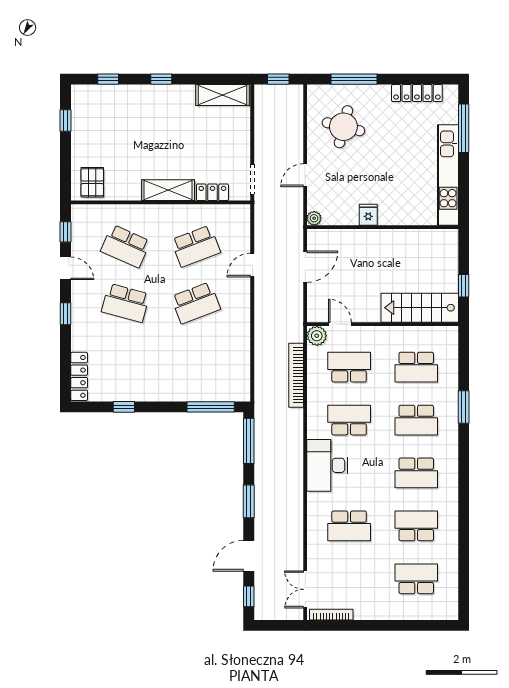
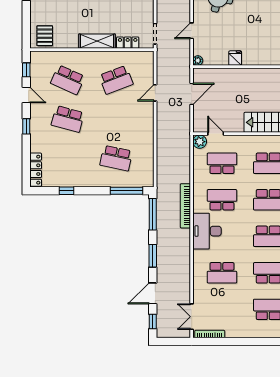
school desk: (196, 303) -> (116, 158), moved, turned 33
bookcase: (296, 375) -> (185, 206), moved

